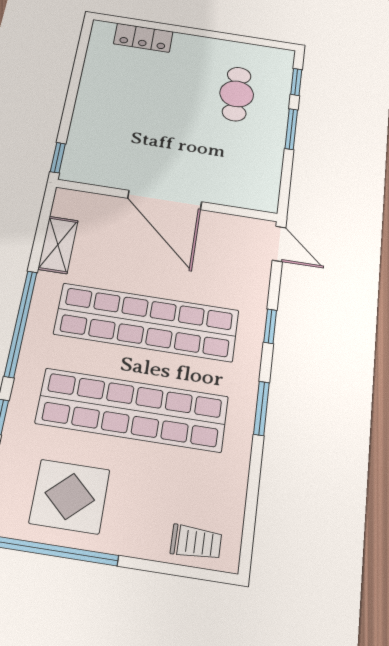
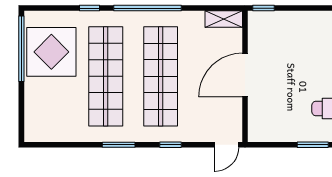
shelving: (58, 245) -> (224, 19), moved
display table: (70, 496) -> (51, 52), width x1.36, depth x1.36
trolley: (196, 542) -> (37, 119), removed

